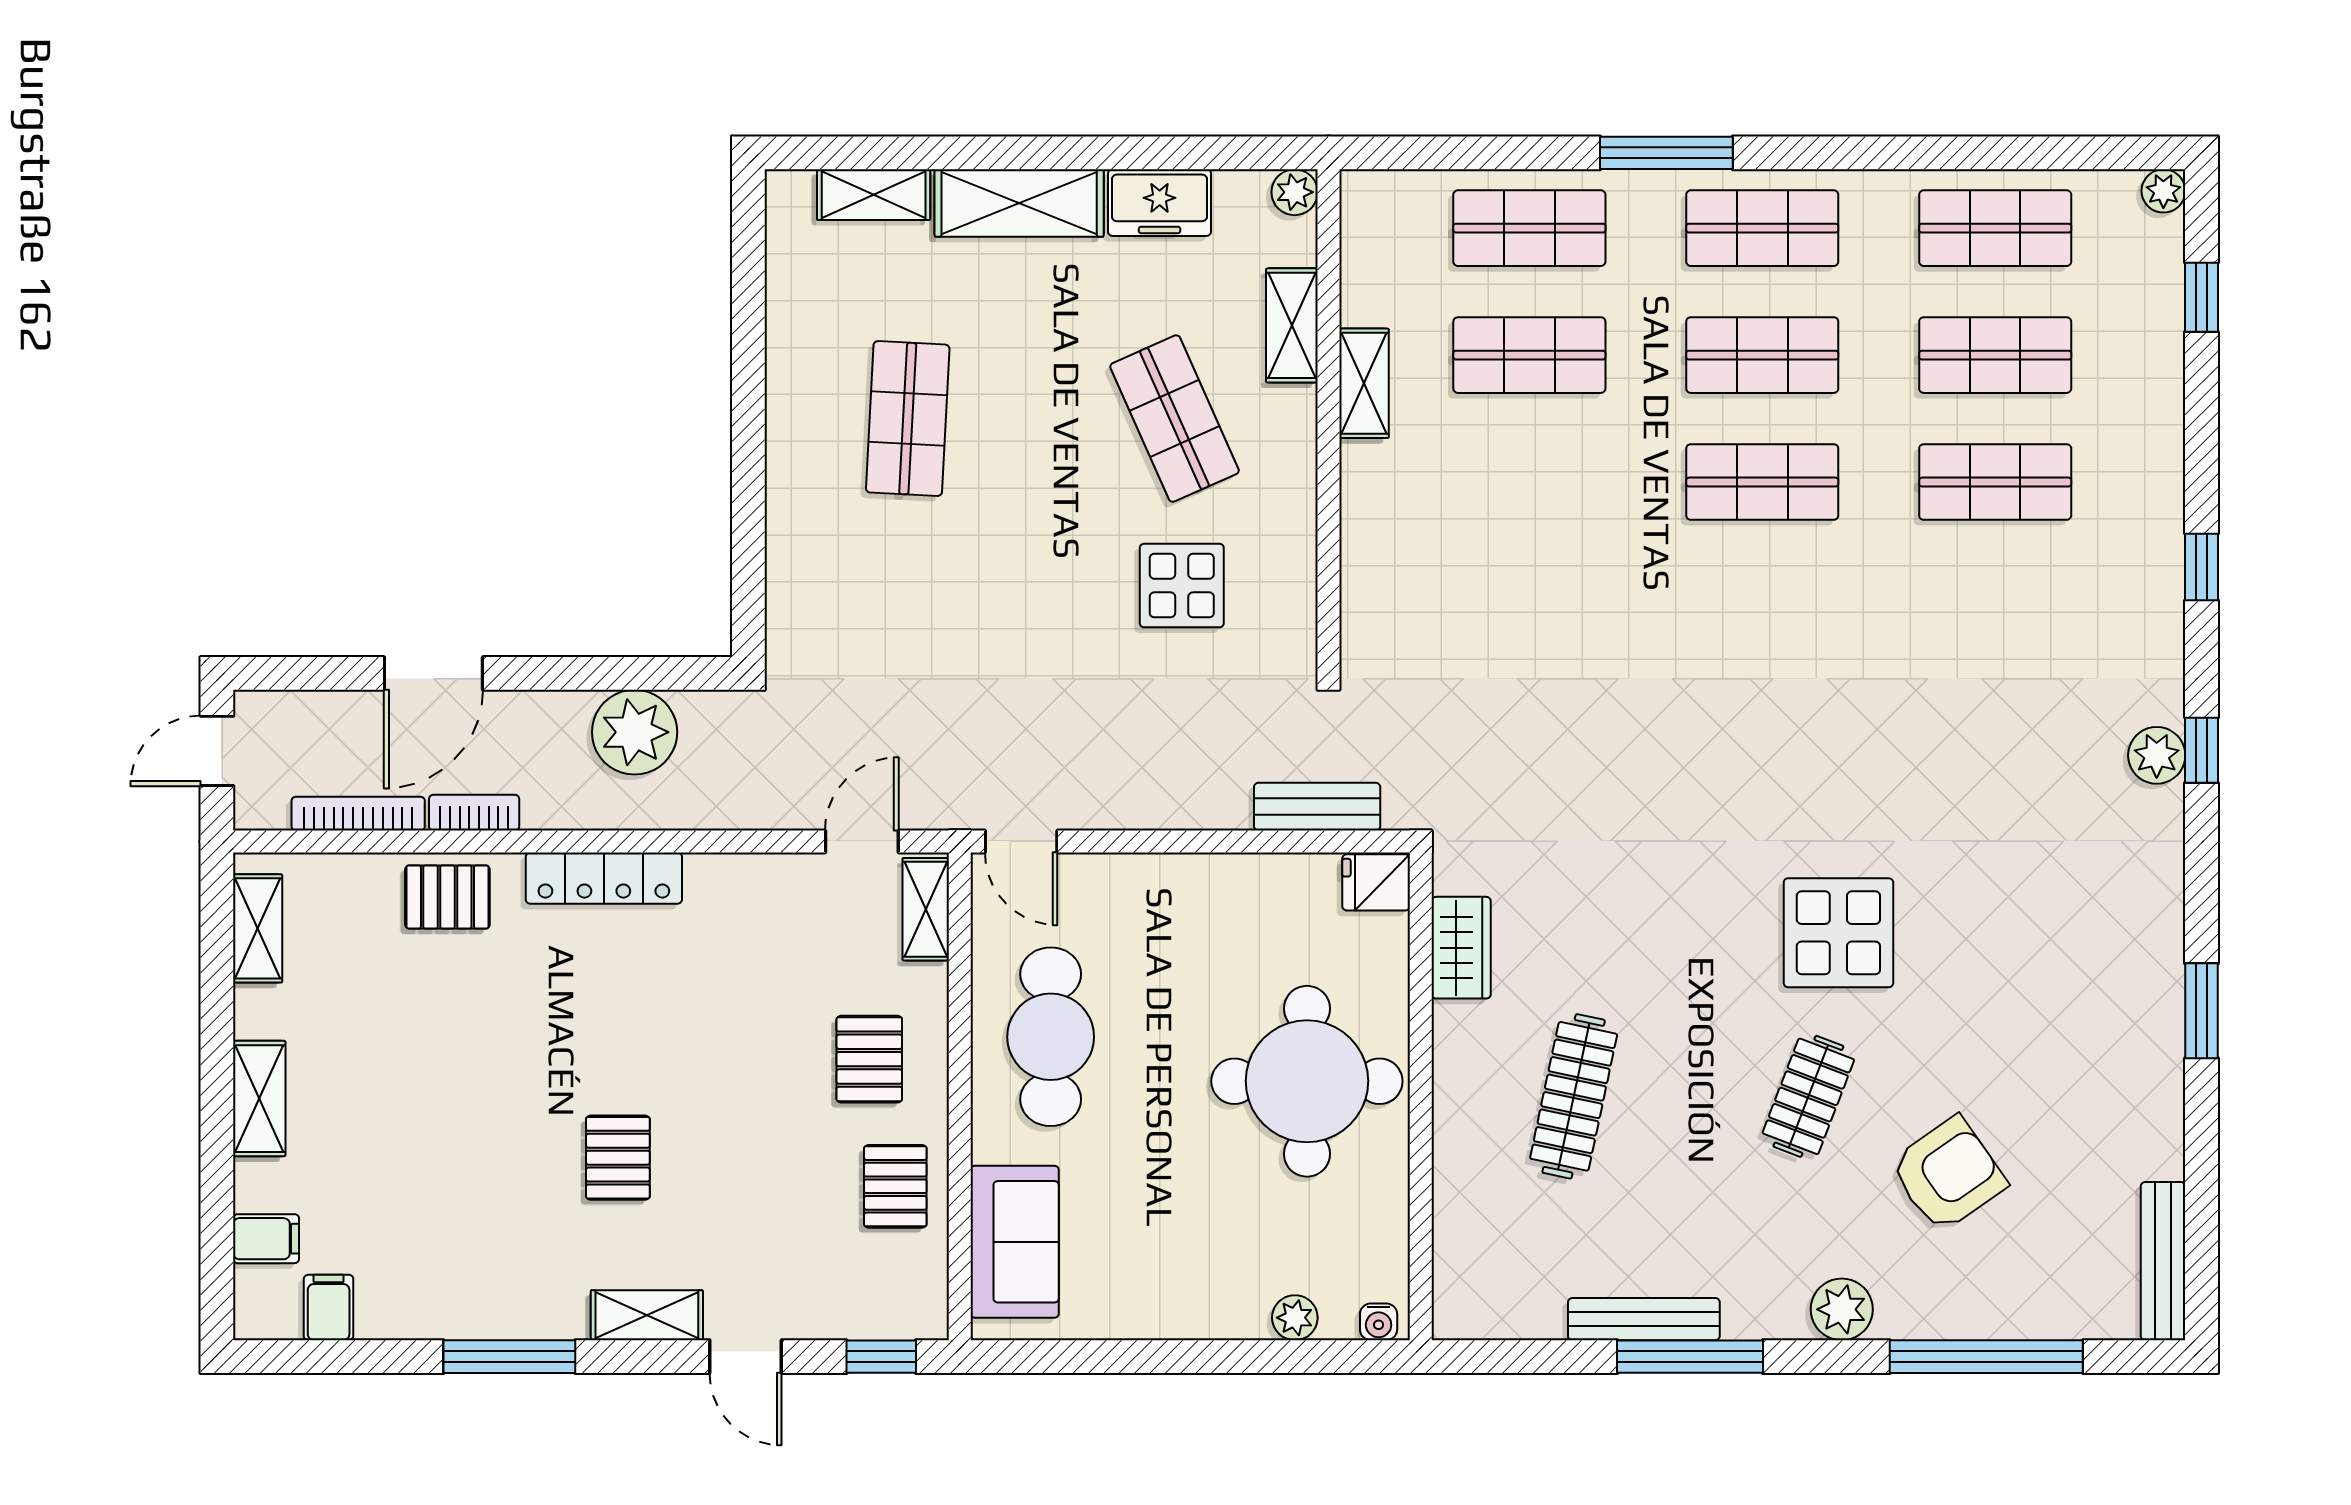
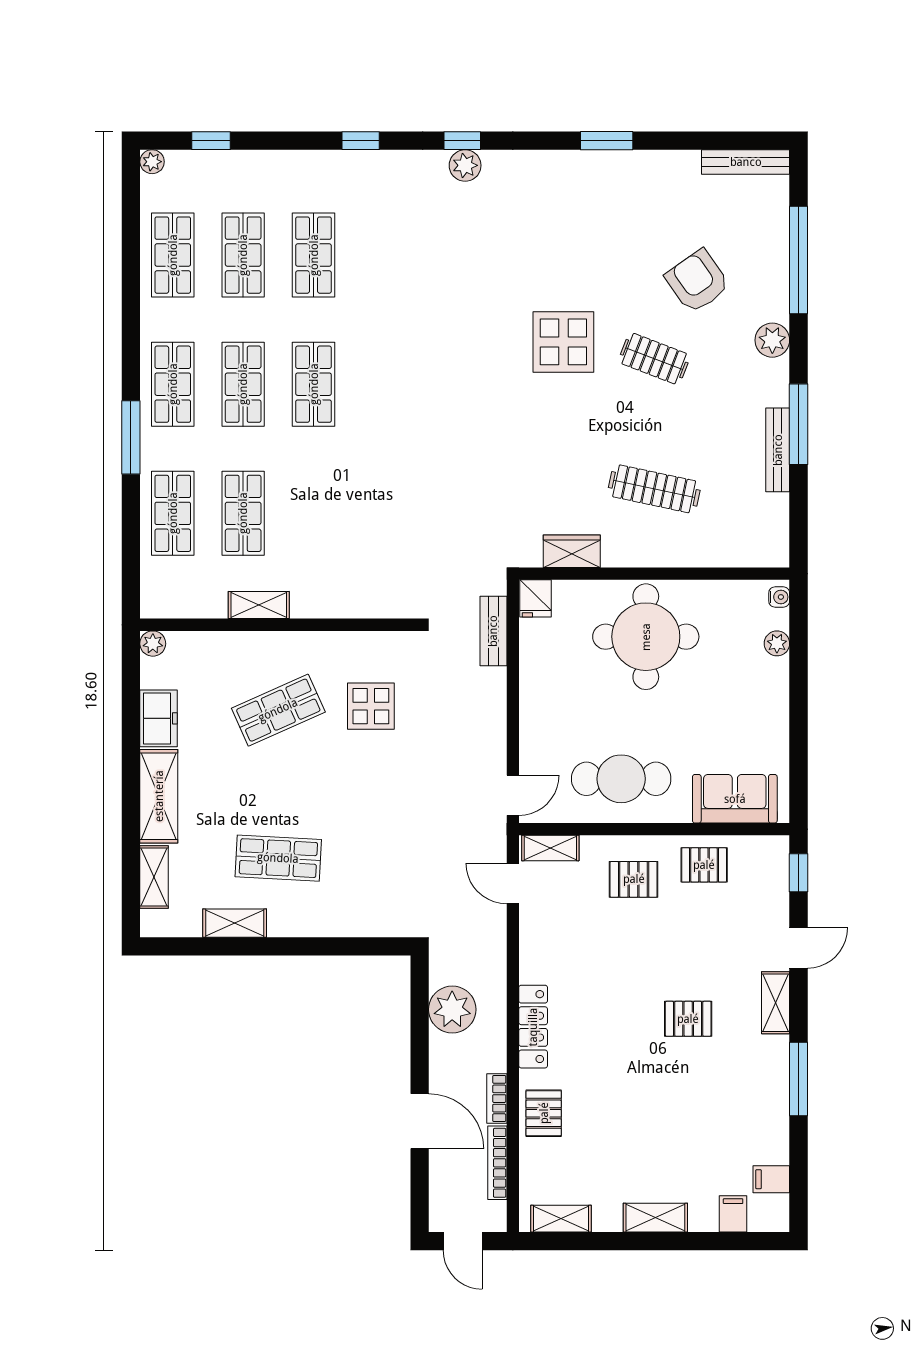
shelving: (1292, 325) -> (235, 923), moved

